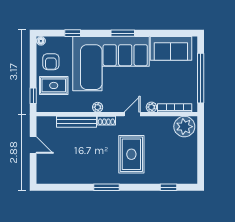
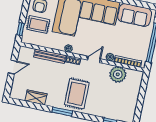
plant: (184, 127) -> (118, 74), moved
door: (33, 145) -> (13, 67), hinge flipped
rug: (131, 154) -> (77, 94), moved
wardrobe: (70, 177) -> (36, 97), added

